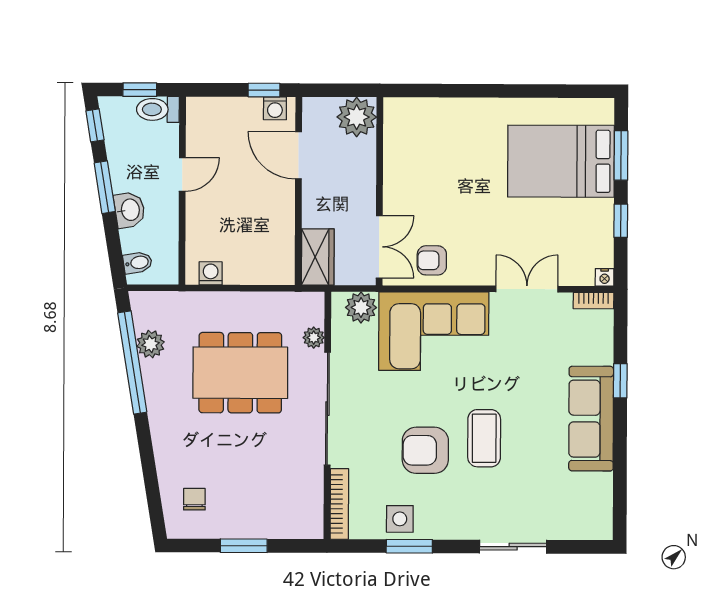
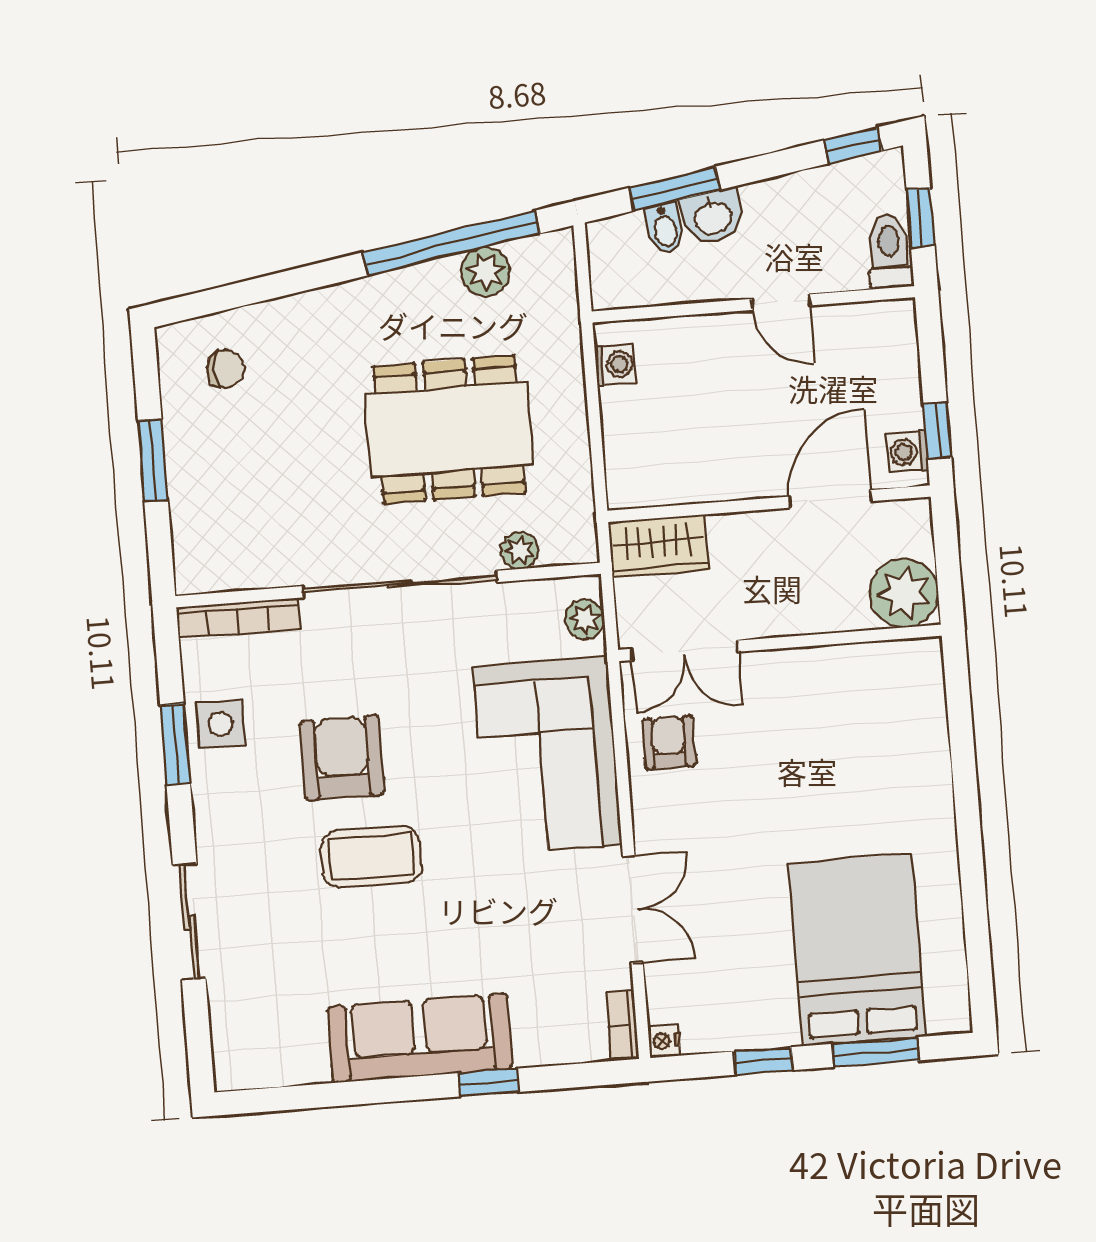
window: (105, 187) -> (675, 189), moved
bidet: (138, 263) -> (665, 228), moved
plant: (361, 307) -> (585, 619), width x0.73, depth x0.73
dining table: (240, 373) -> (449, 430), turned 90

